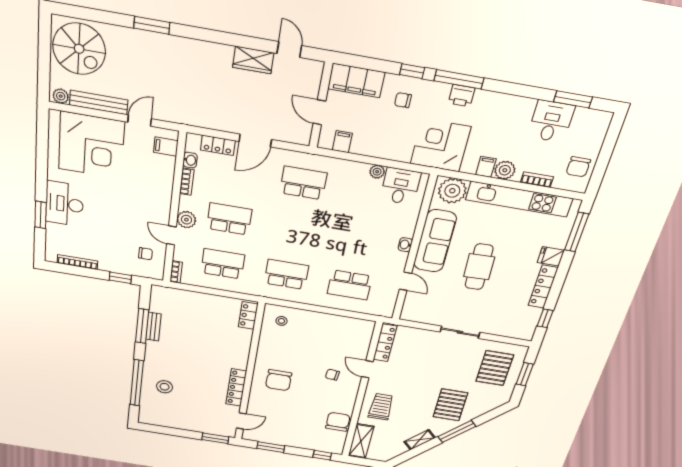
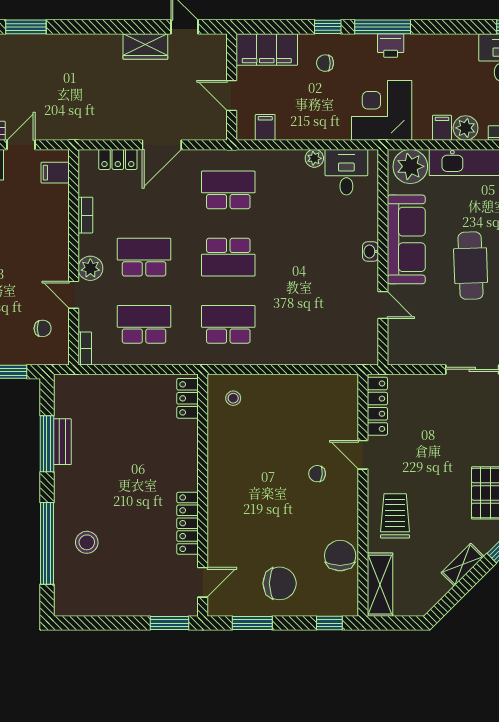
washbasin: (190, 160) -> (86, 185), removed
school desk: (350, 285) -> (228, 257), moved
chair: (279, 380) -> (280, 583), moved, turned -90

